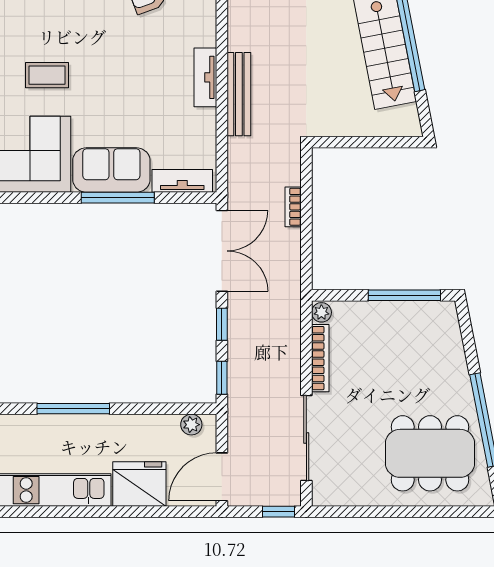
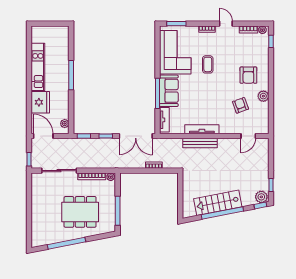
tv unit: (205, 77) -> (202, 129), width x1.41
dining table: (430, 453) -> (80, 212), moved, turned 90

